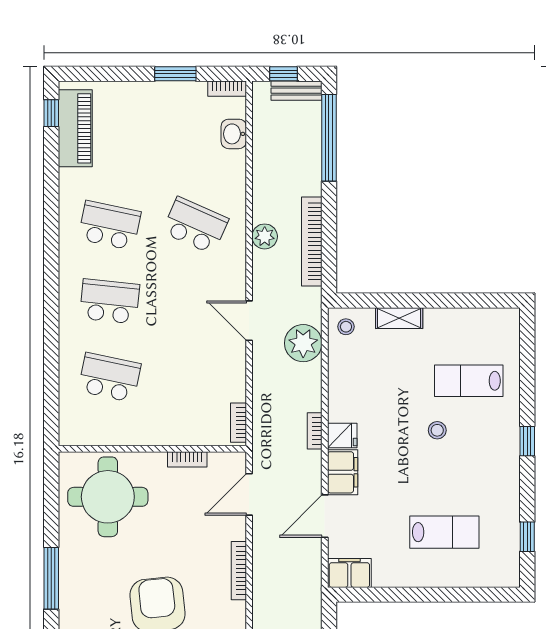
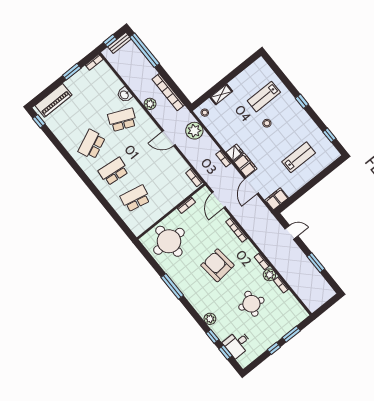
piano: (75, 128) -> (54, 100), moved, turned 90
washbasin: (234, 134) -> (125, 95), moved
school desk: (110, 225) -> (92, 144), turned -36

